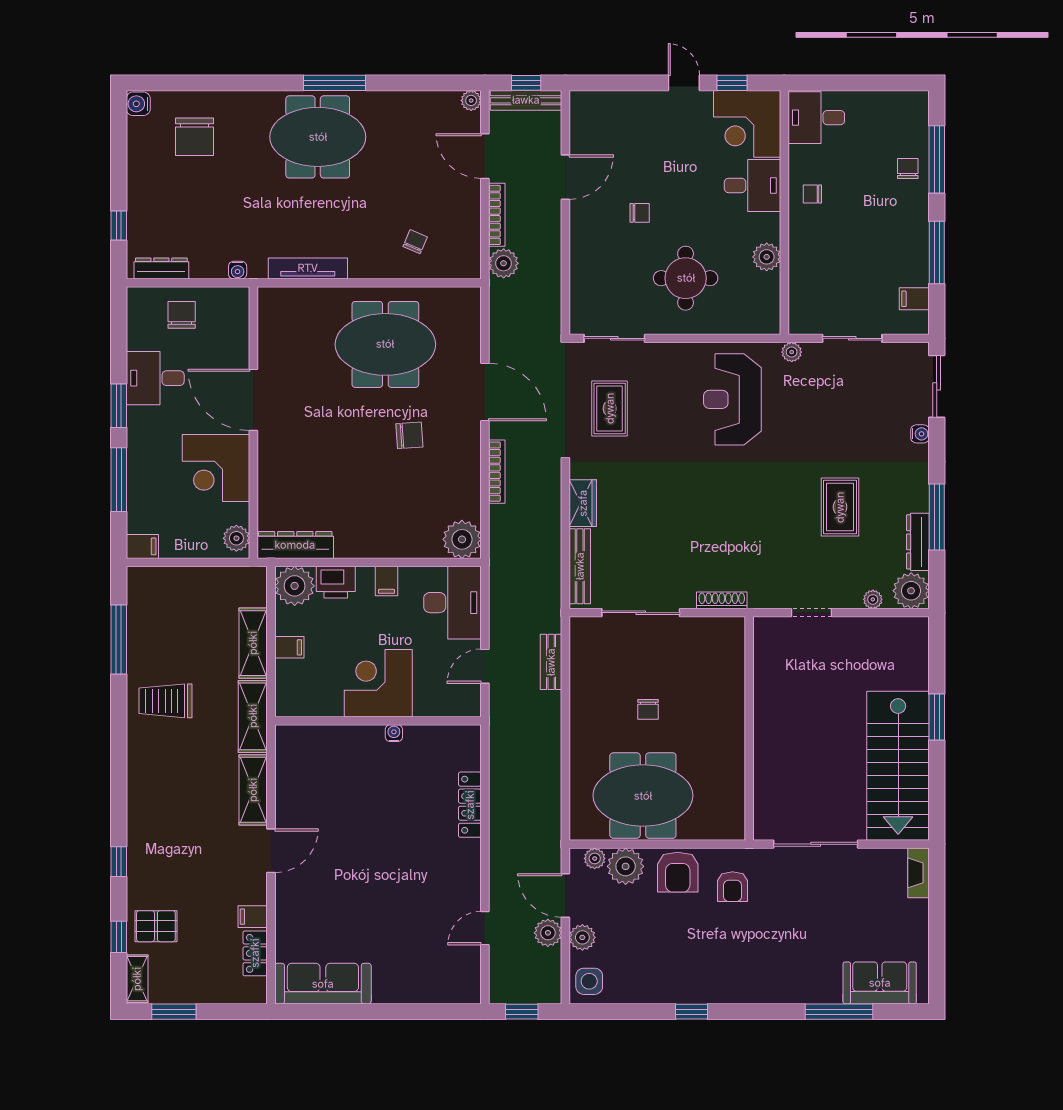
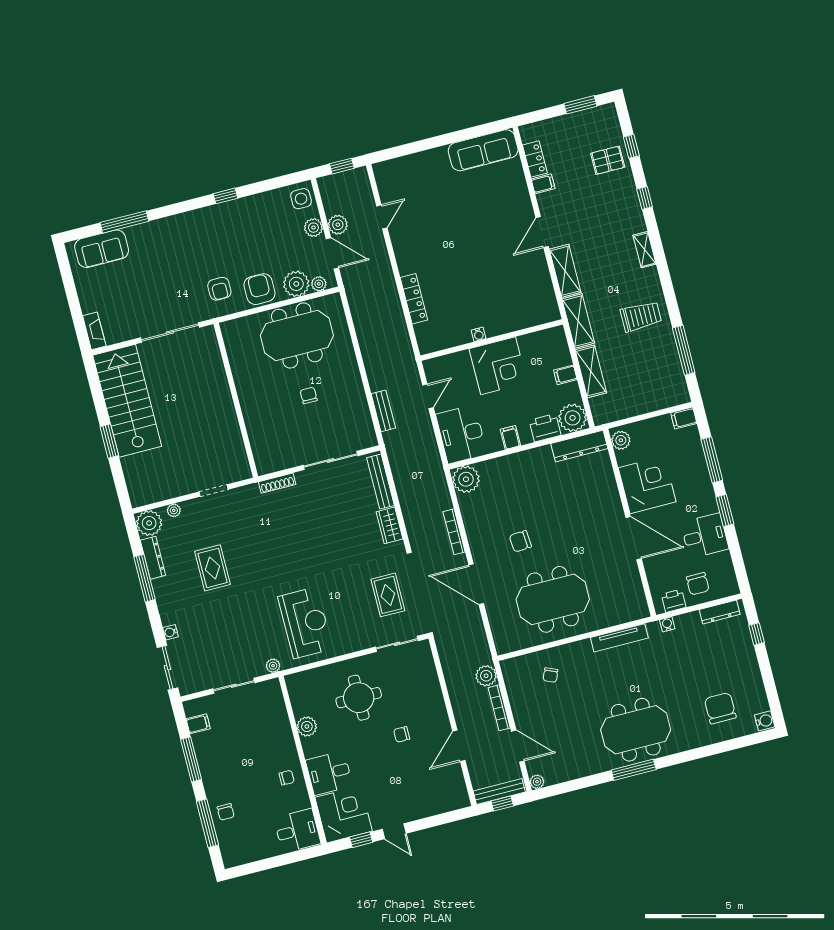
printer: (220, 300) -> (674, 601), added
armchair: (733, 887) -> (219, 289), turned 180
shelving: (137, 979) -> (645, 250), moved

